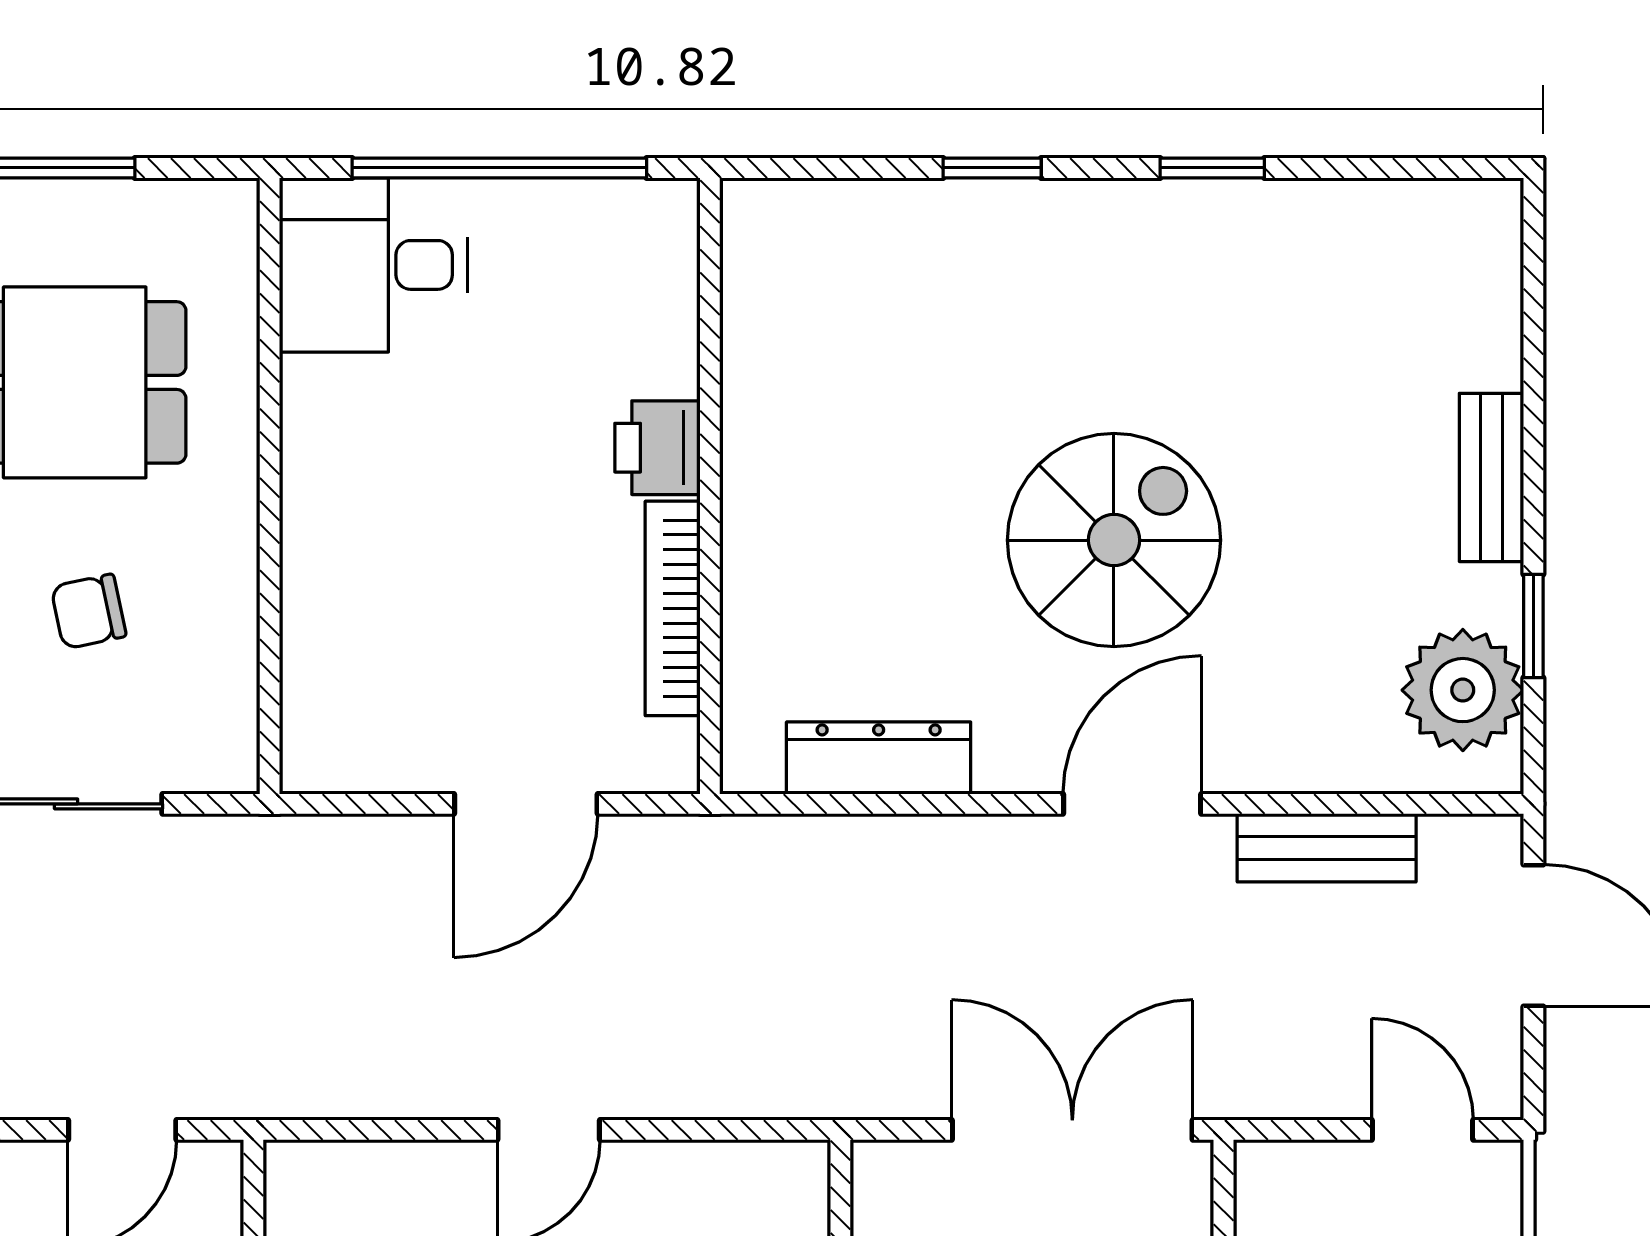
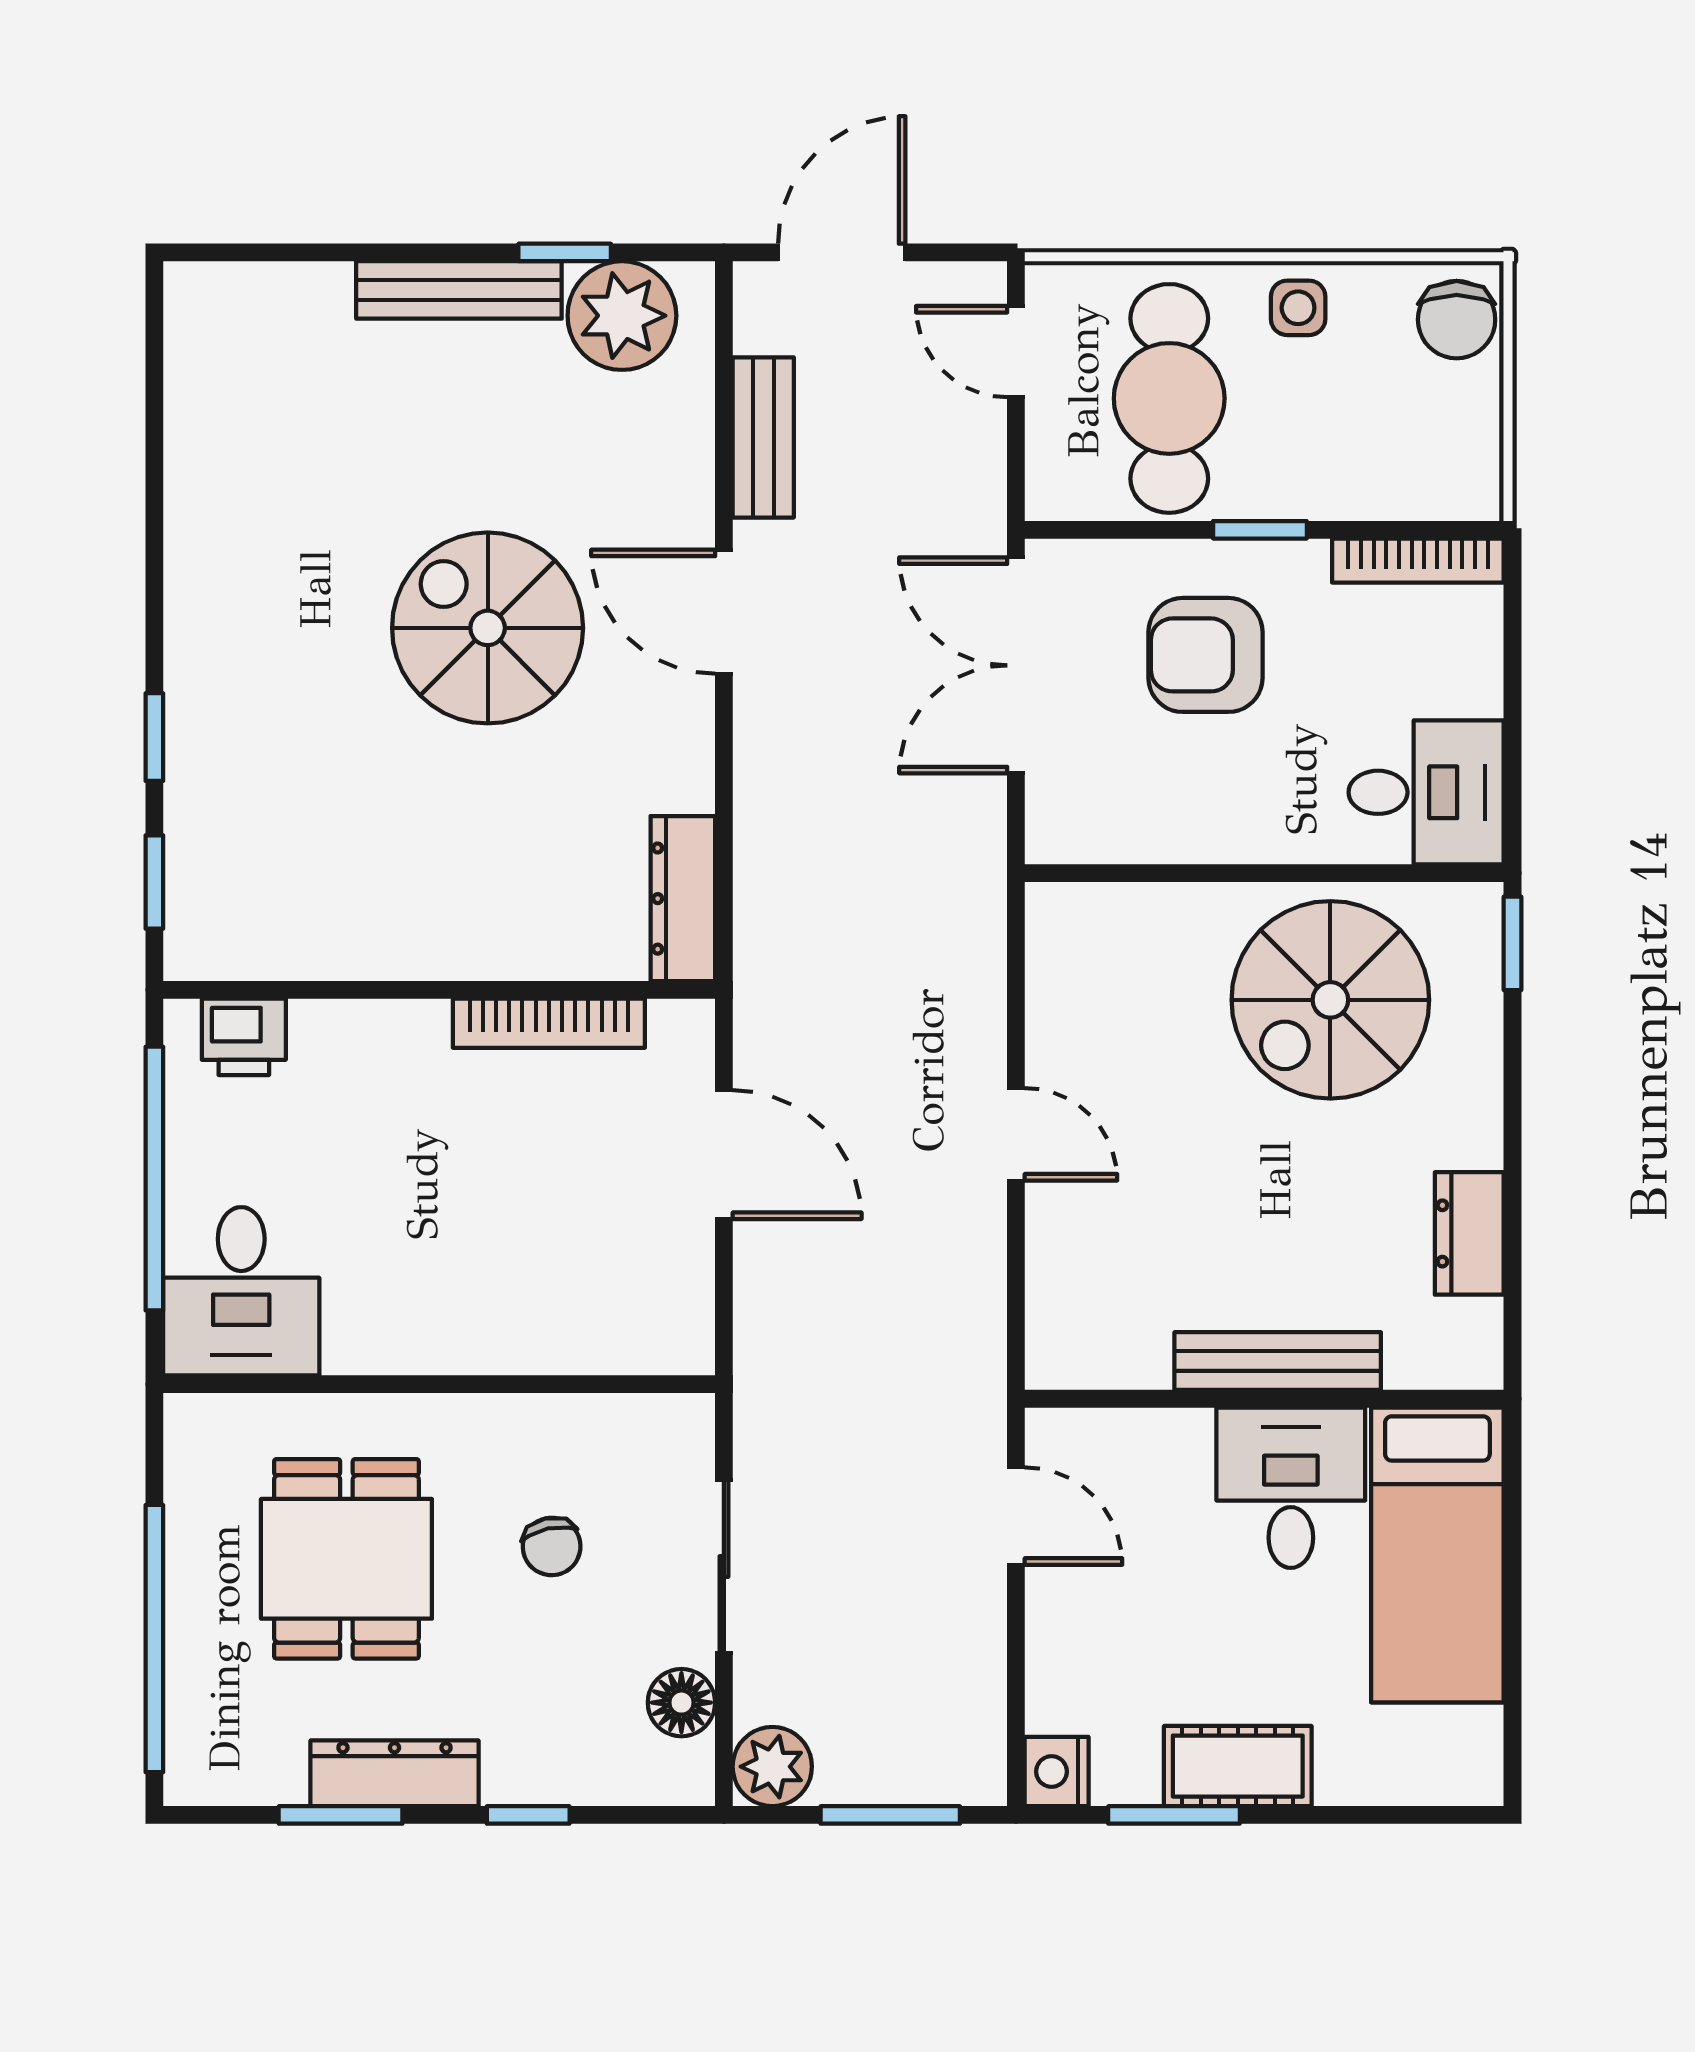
window: (1212, 168) -> (154, 882), moved
printer: (657, 448) -> (244, 1037), moved
bench: (1491, 477) -> (459, 290), width x1.36
dresser: (879, 758) -> (683, 899), moved
door: (1423, 1130) -> (1016, 352), hinge flipped

